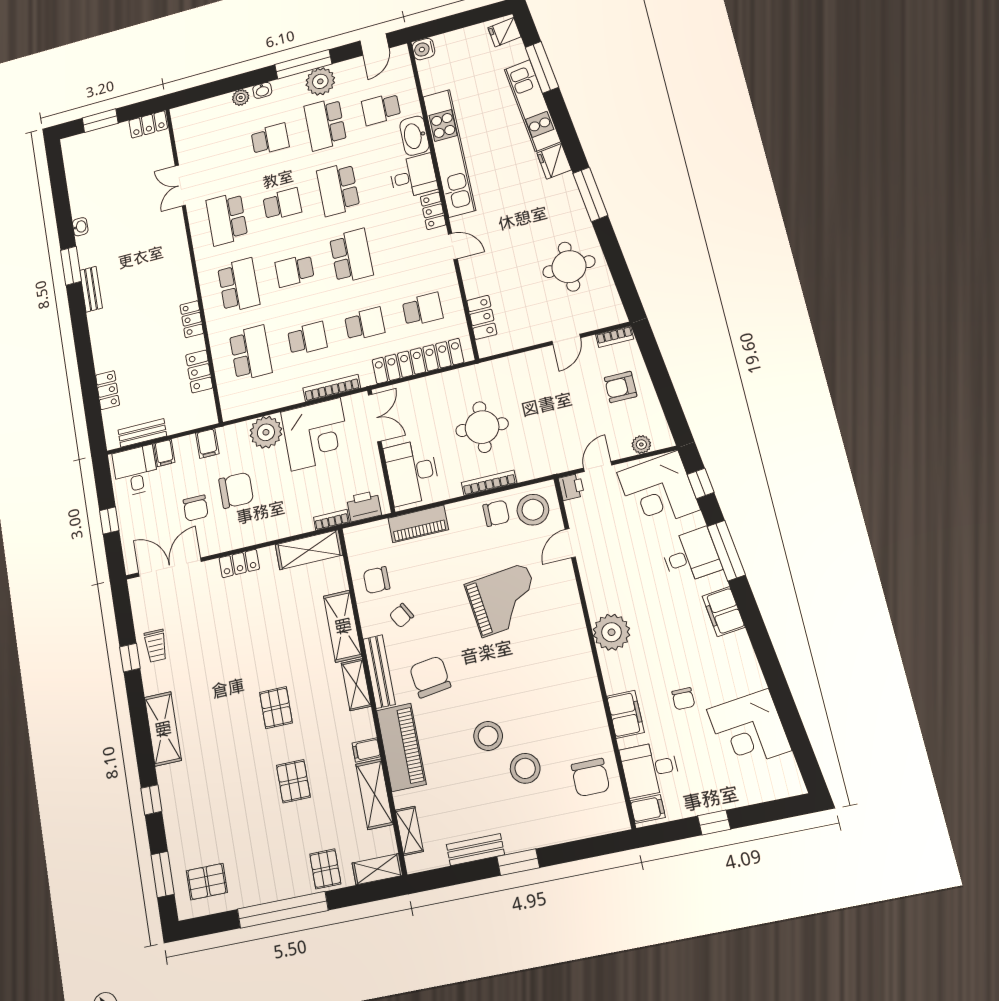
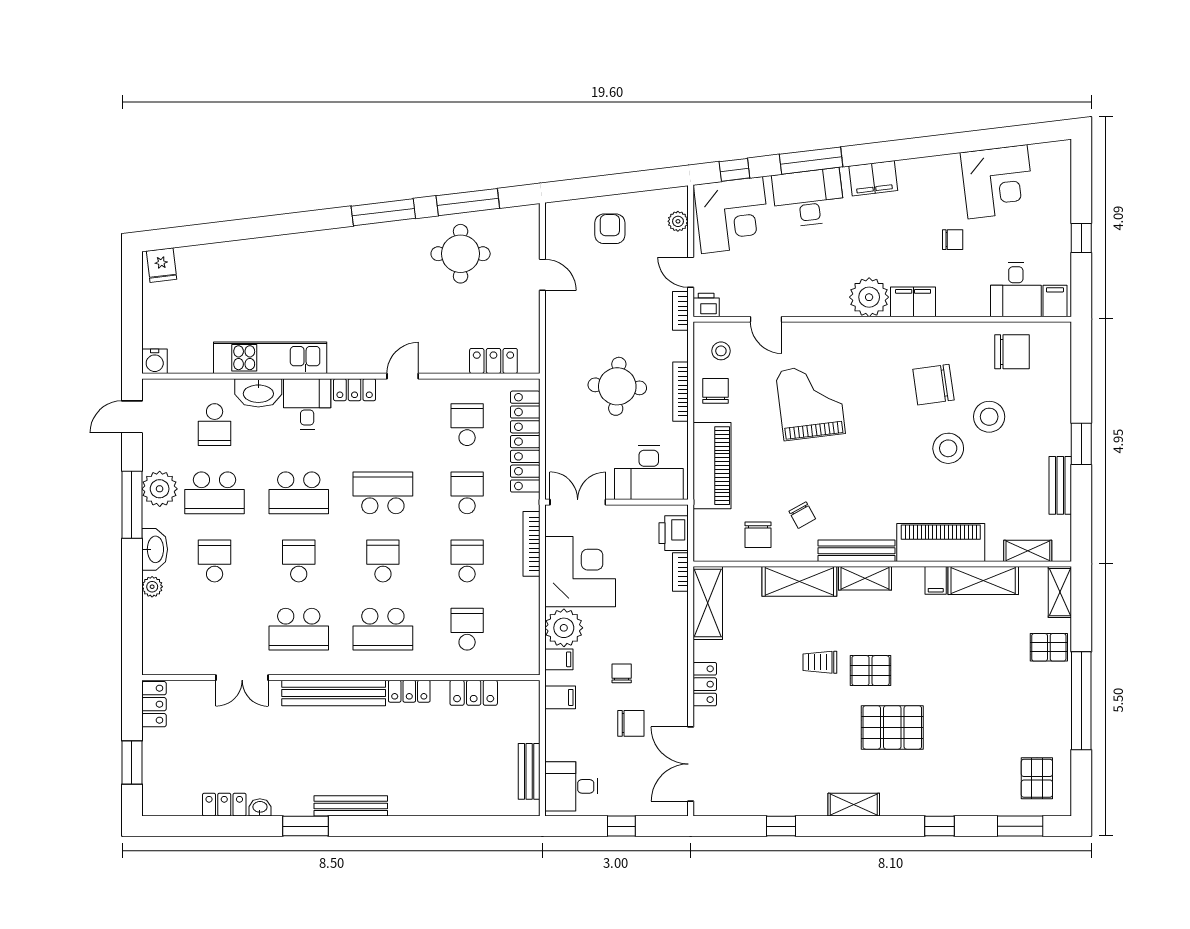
door: (374, 44) -> (132, 417), swing flipped
window: (542, 67) -> (468, 202), moved
washbasin: (262, 90) -> (155, 549), width x1.91, depth x1.45
kitchen unit: (532, 105) -> (260, 253), removed
kitchen unit: (449, 153) -> (270, 358), width x0.73
fridge: (554, 161) -> (334, 243), removed
bench: (180, 260) -> (334, 693), added
school desk: (295, 271) -> (383, 561), turned 180
school desk: (239, 285) -> (383, 629), turned 180
bench: (91, 289) -> (351, 806), width x1.36
bookcase: (615, 337) -> (680, 311), moved, turned 180
school desk: (251, 353) -> (467, 629), width x0.54
armchair: (621, 387) -> (610, 229), turned 180
locker: (108, 390) -> (224, 805), moved
filing cabinet: (164, 453) -> (559, 659), moved
chair: (236, 490) -> (622, 673), width x0.54, depth x0.54
stool: (533, 510) -> (721, 351), width x0.53, depth x0.53
piano: (418, 524) -> (712, 466), width x1.37, depth x1.33
desk: (691, 556) -> (808, 198), width x1.37
trolley: (156, 646) -> (820, 662), moved, turned 180
chair: (430, 677) -> (933, 385), moved
filing cabinet: (625, 714) -> (913, 302), moved
shelving: (163, 729) -> (854, 805), width x0.67, depth x0.75
pallet: (293, 781) -> (892, 727), moved, width x1.50, depth x1.42

